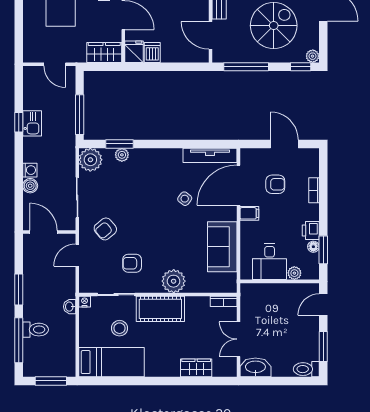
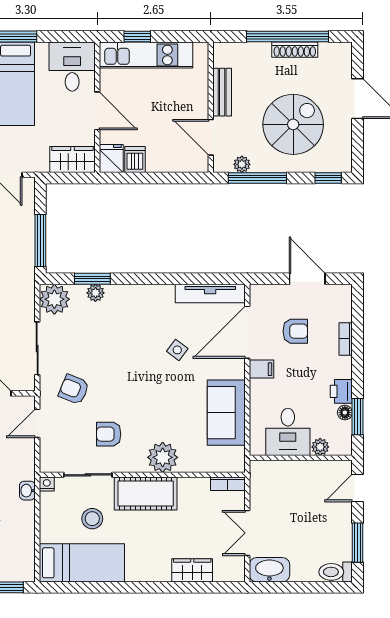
plant: (313, 56) -> (242, 164), moved
armchair: (105, 229) -> (74, 389), turned 62

